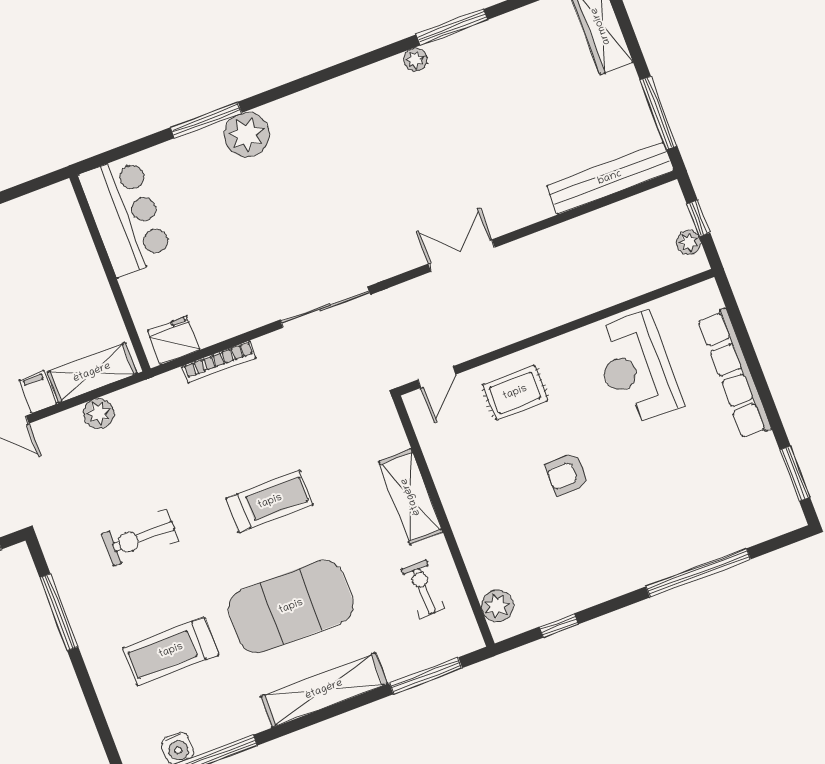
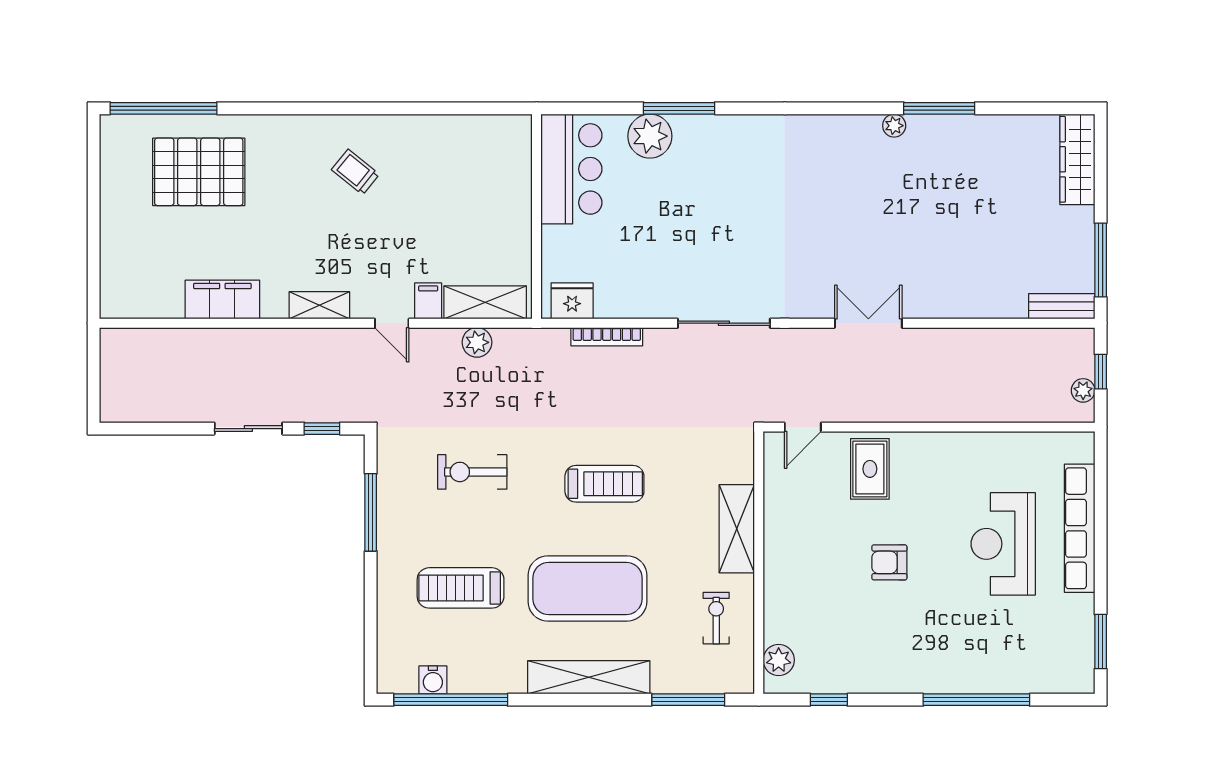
plant: (247, 135) -> (650, 136), moved
bench: (610, 178) -> (1062, 306), width x0.54, depth x0.82
reception desk: (636, 368) -> (1003, 544), moved
rug: (515, 393) -> (870, 469), turned 90

